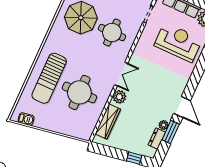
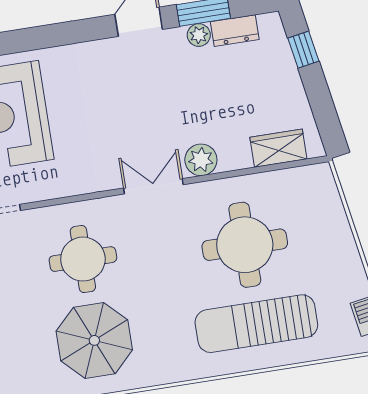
sun lounger: (49, 78) -> (256, 324), turned 180
wardrobe: (108, 122) -> (278, 148), width x0.67

